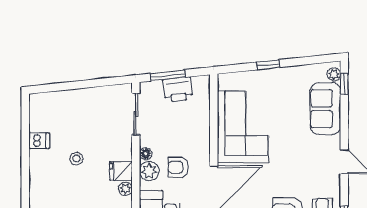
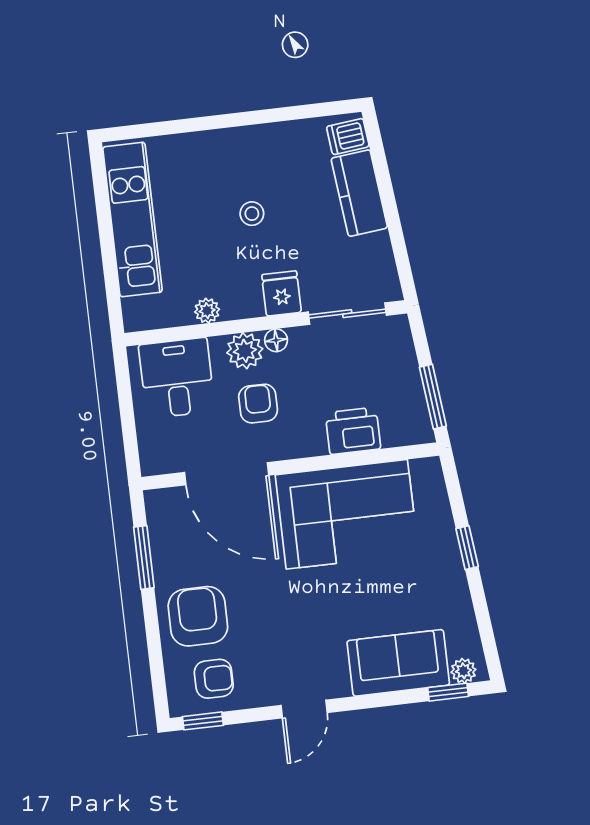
window: (168, 75) -> (433, 397), moved
printer: (178, 89) -> (353, 431), moved, turned 96
kitchen counter: (72, 100) -> (359, 193), added
dishwasher: (39, 141) -> (348, 137), moved, turned 84
fridge: (121, 171) -> (282, 293), moved

